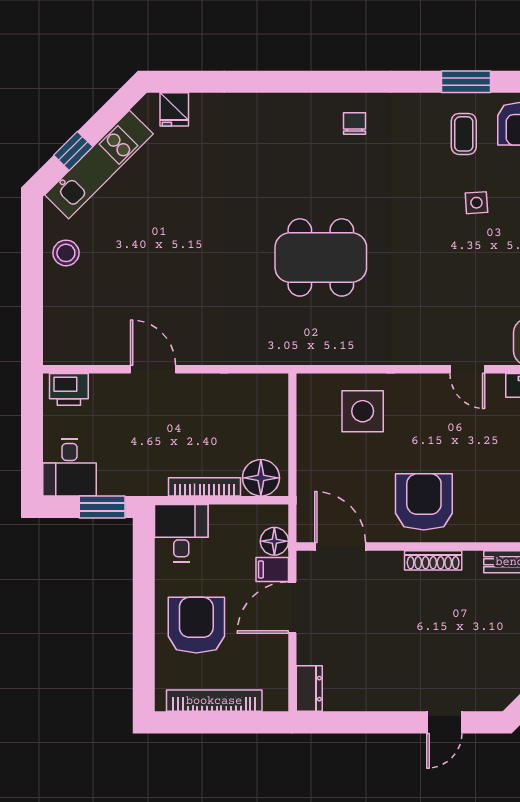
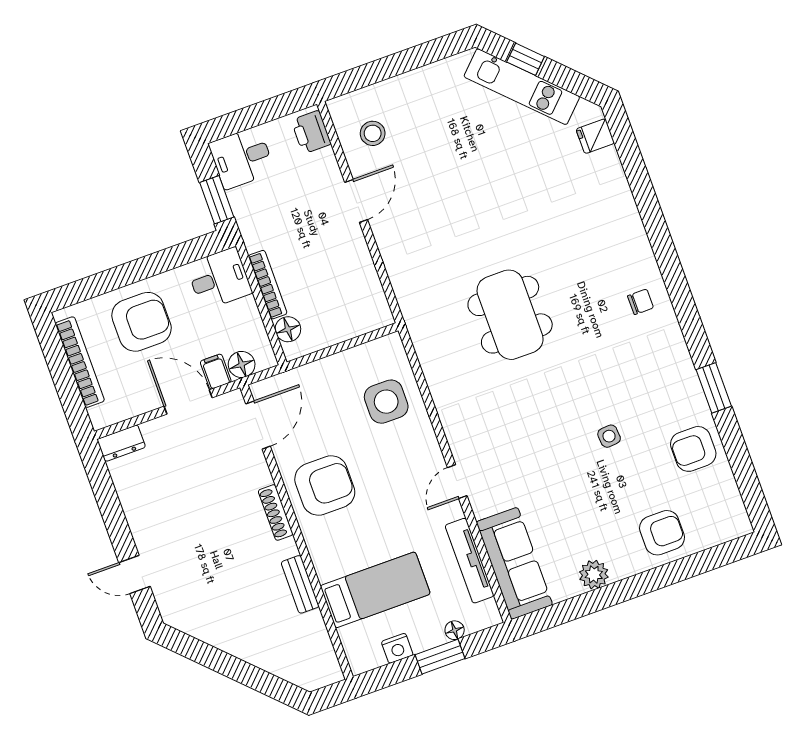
coffee table: (464, 134) -> (666, 403), removed
stool: (66, 253) -> (373, 133), moved
floor lamp: (261, 478) -> (288, 329), width x0.73, depth x0.73

